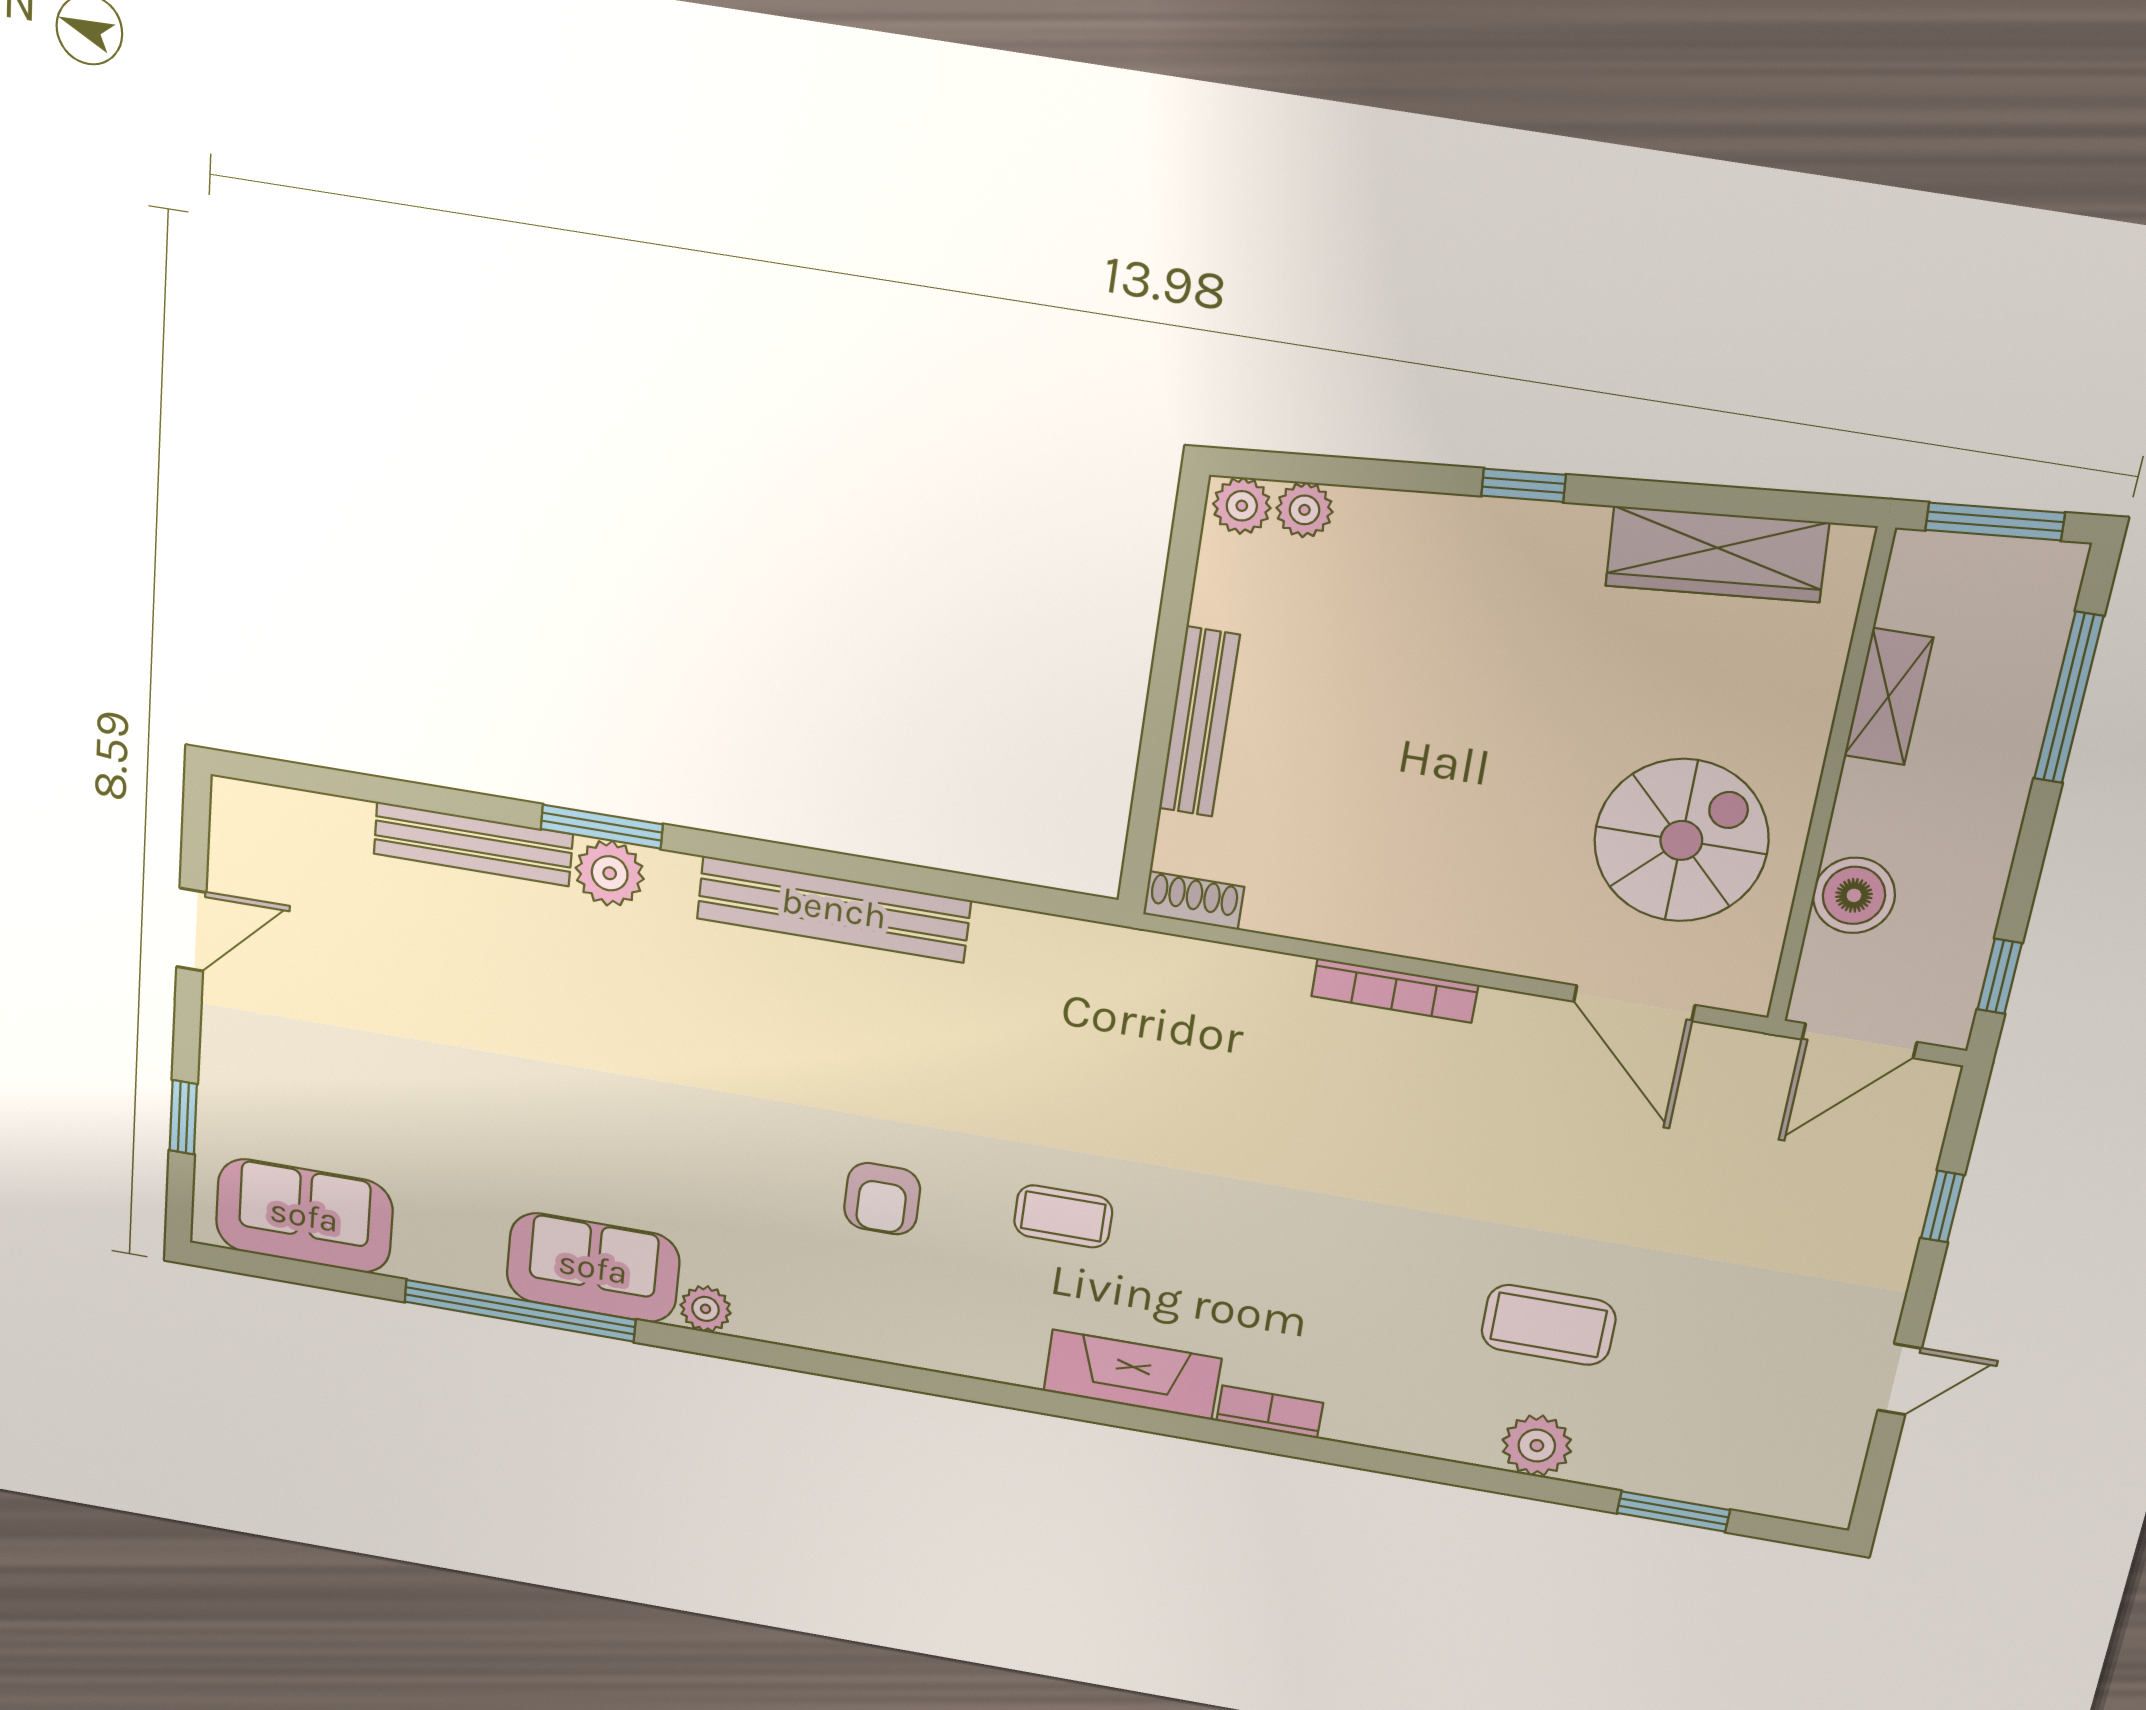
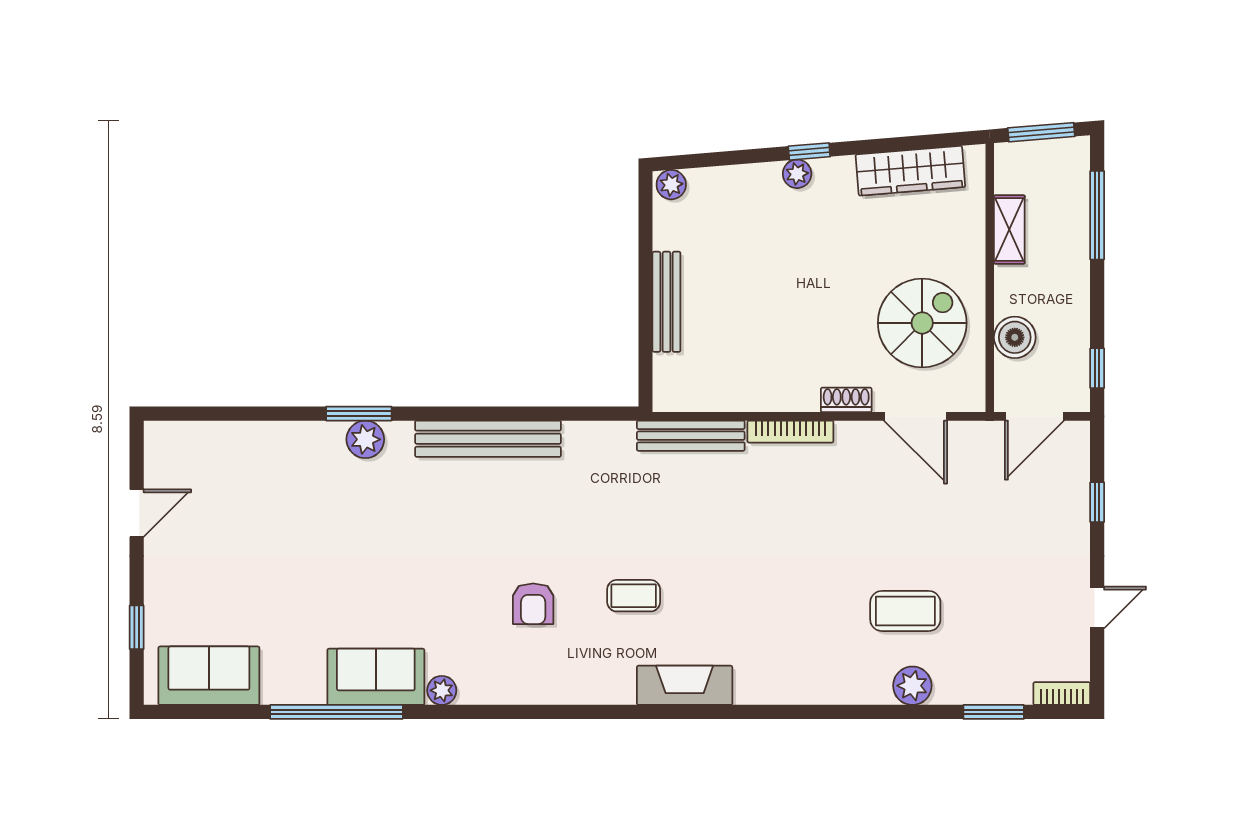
plant: (1305, 510) -> (797, 174), moved
bench: (473, 844) -> (691, 436), moved
shoe rack: (1194, 901) -> (846, 400), moved
bookcase: (1270, 1412) -> (1062, 694), moved

